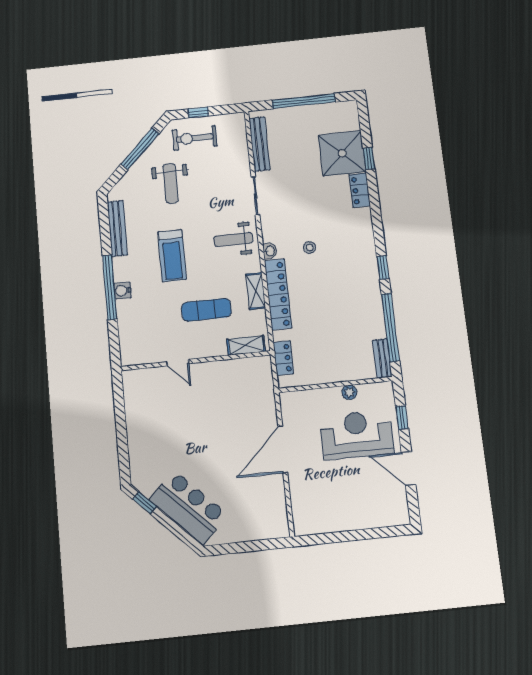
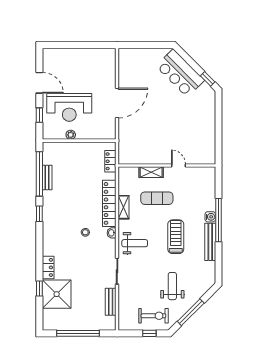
bench: (260, 144) -> (111, 302), width x0.73
bench: (117, 228) -> (210, 242), moved
shelving: (246, 345) -> (151, 172), moved
bench: (382, 358) -> (47, 178), moved

